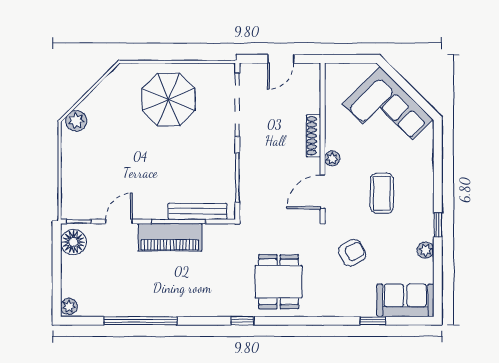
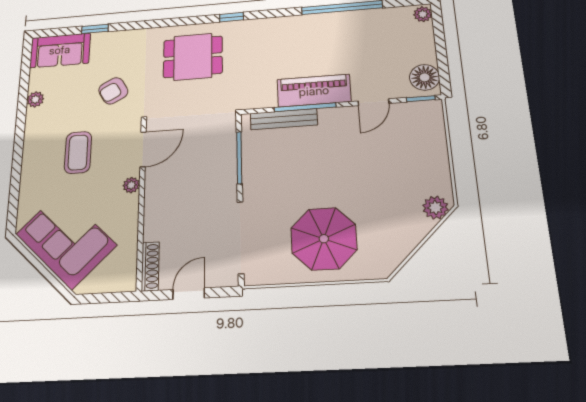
shoe rack: (313, 136) -> (150, 266), moved
window: (438, 225) -> (20, 125), removed
dining table: (279, 282) -> (193, 57), turned 90

